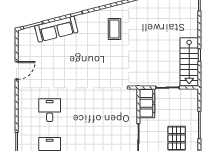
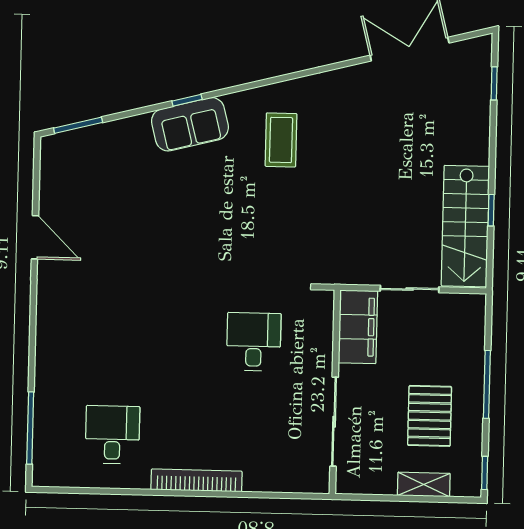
sofa: (56, 29) -> (190, 124), moved, width x0.73
door: (17, 70) -> (35, 237), hinge flipped
desk: (50, 110) -> (254, 342), moved

